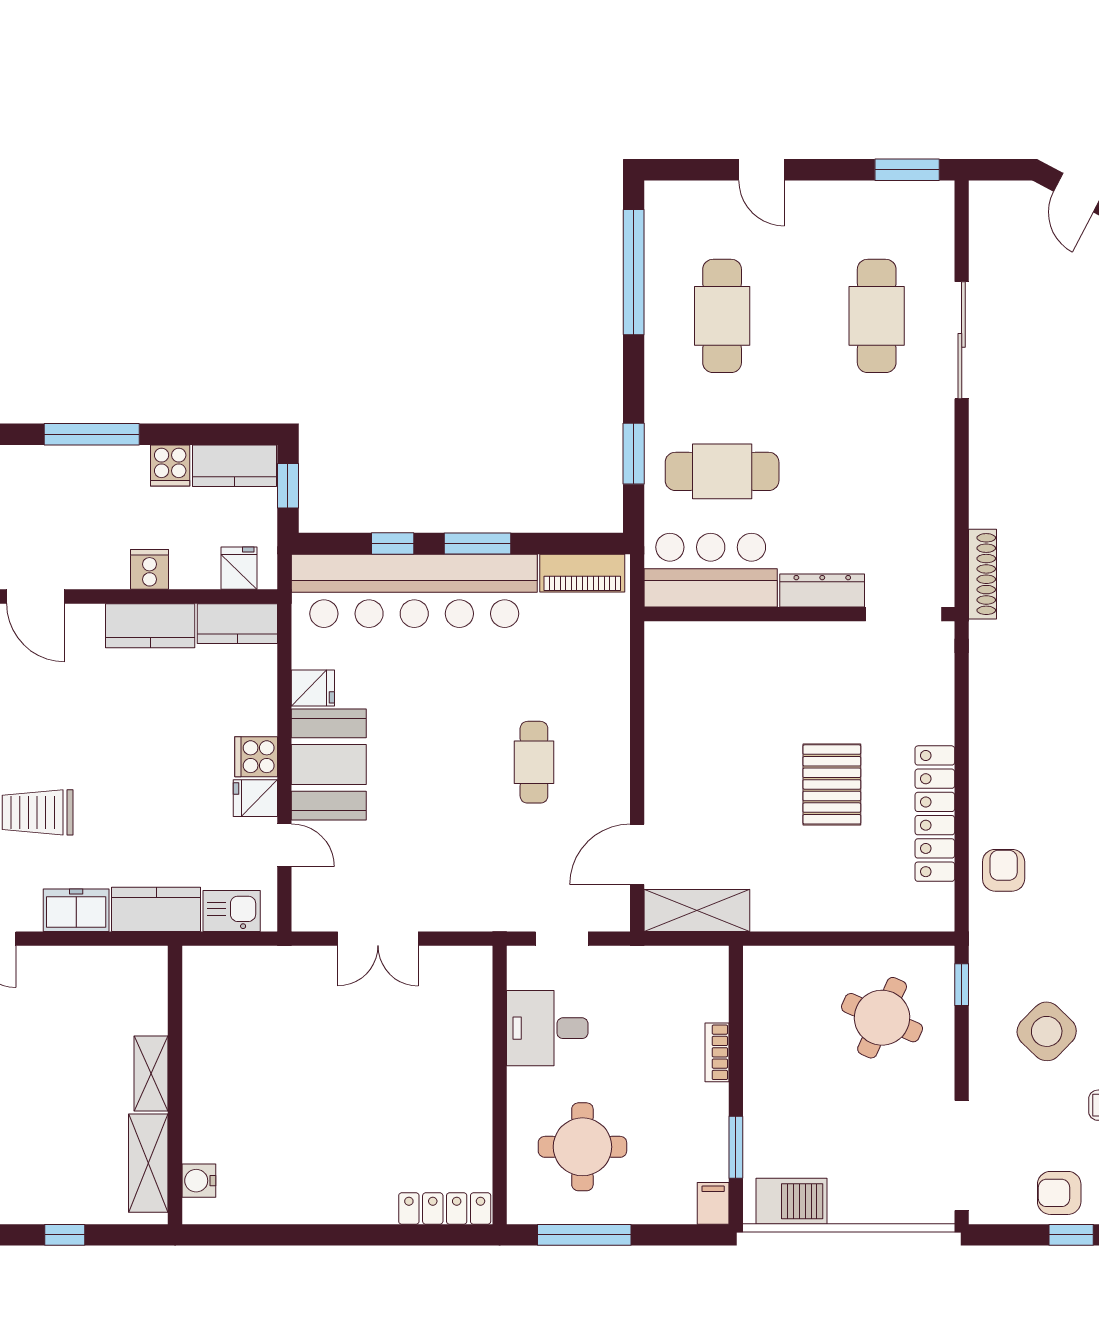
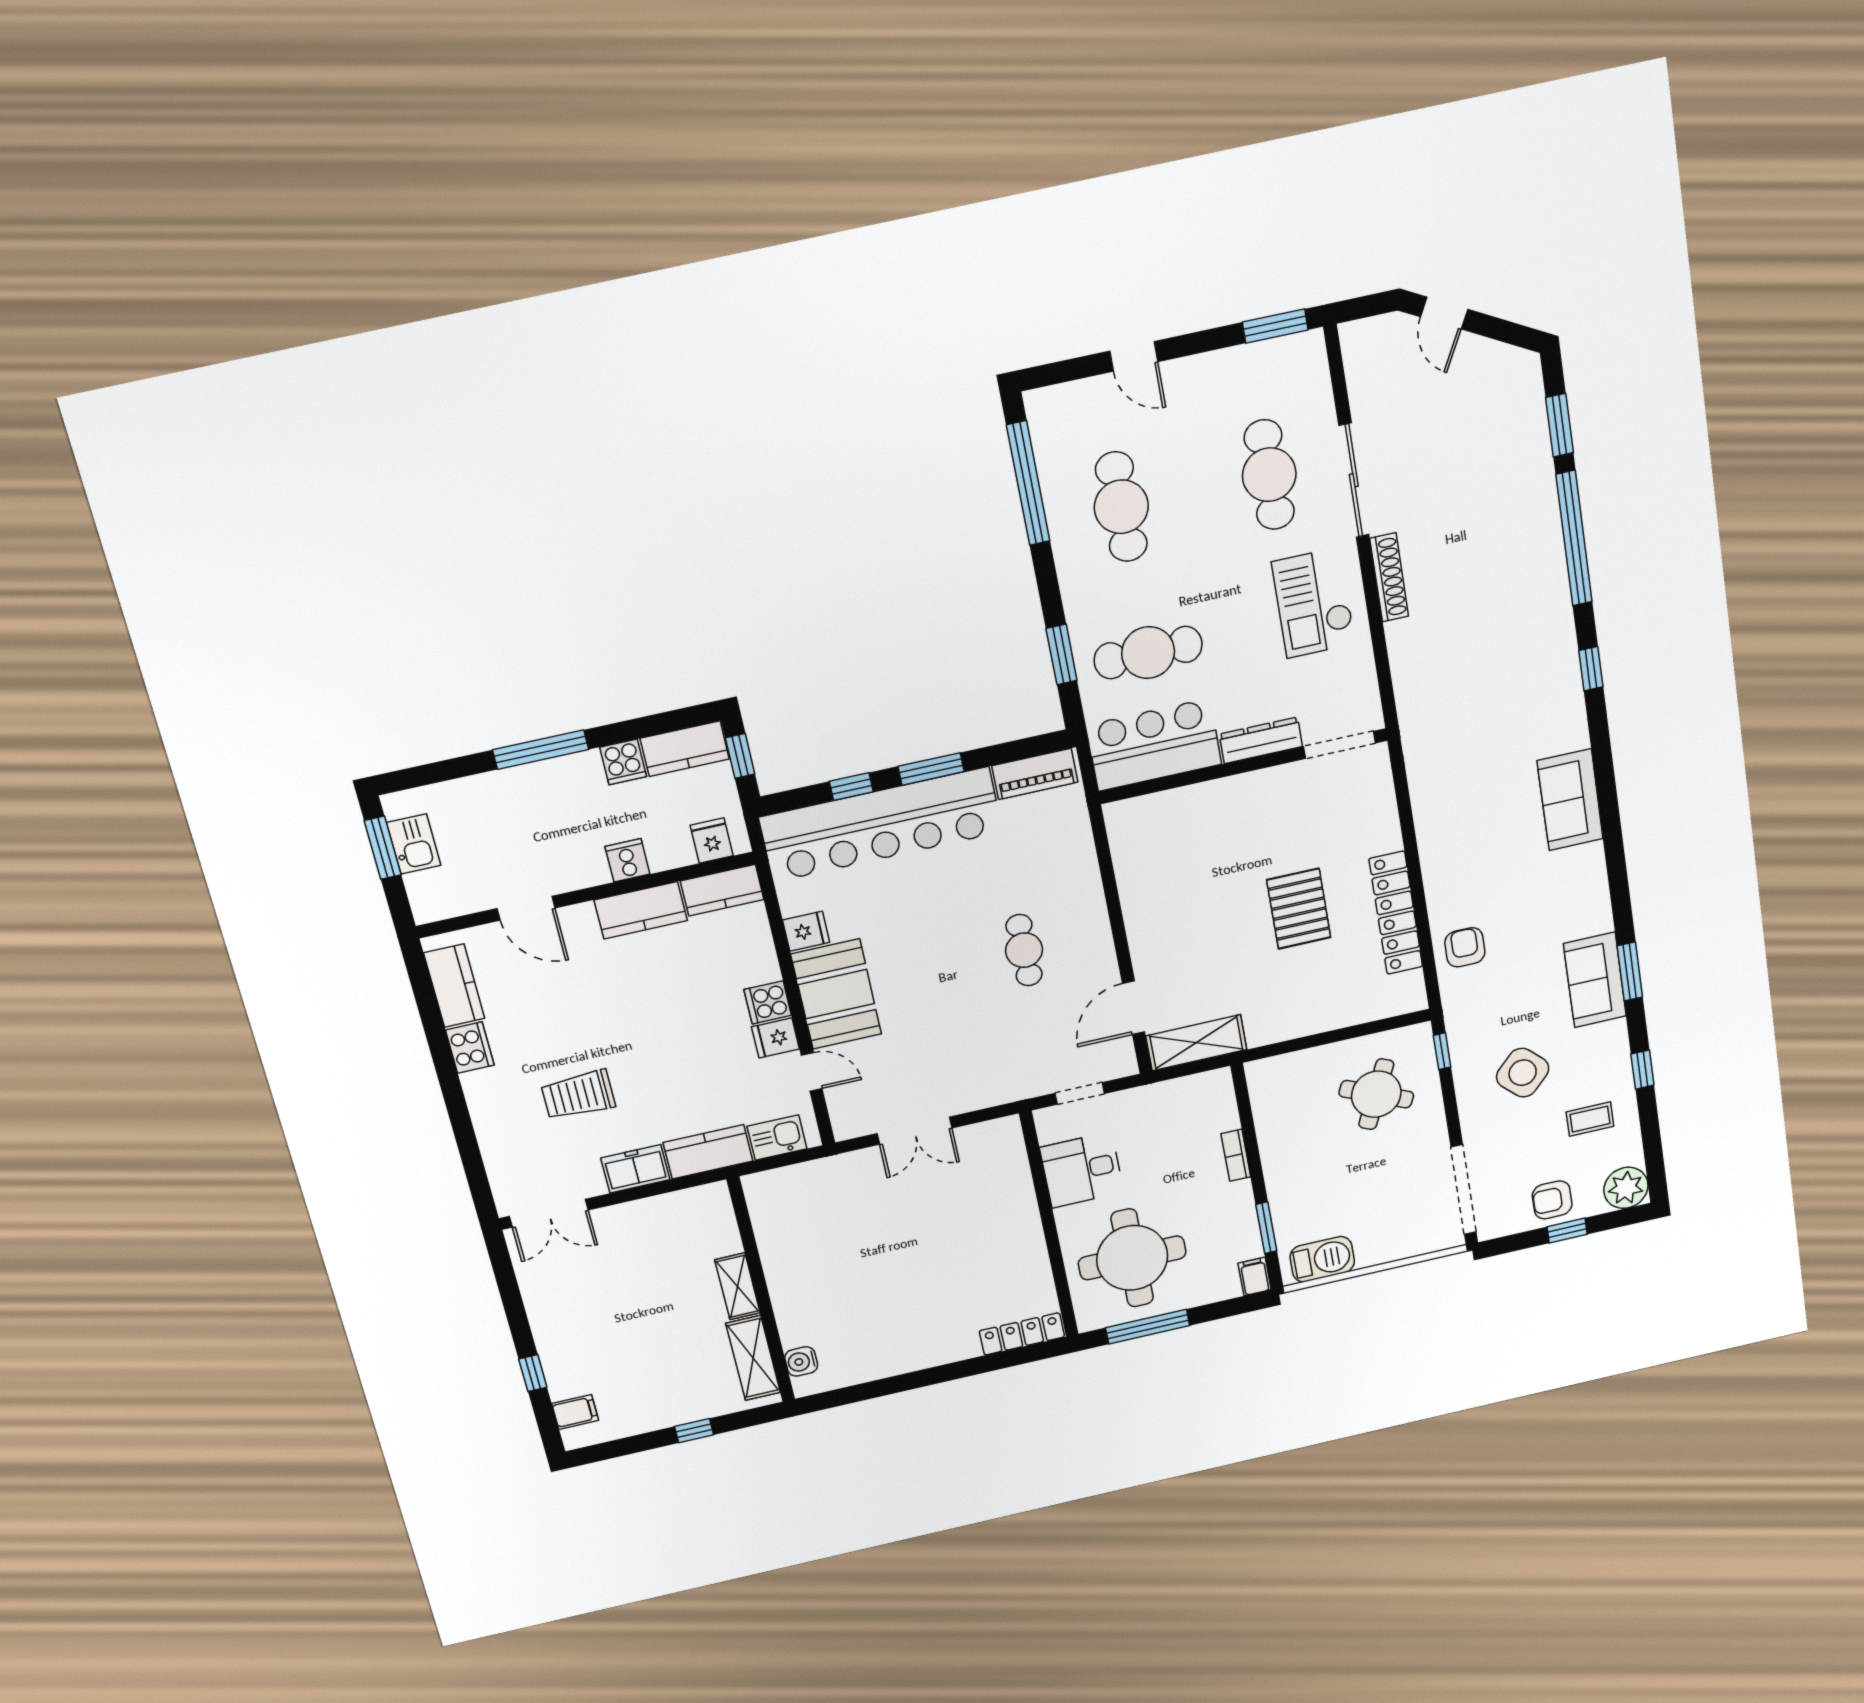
checkout: (901, 457) -> (1314, 603), added
shoe rack: (983, 574) -> (1389, 577), moved
round table: (582, 1147) -> (1132, 1258), width x1.36, depth x1.36

